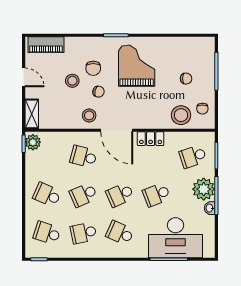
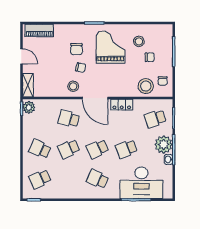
stool: (72, 81) -> (139, 41), moved
school desk: (47, 233) -> (40, 179), turned -42
school desk: (83, 233) -> (69, 179), removed

